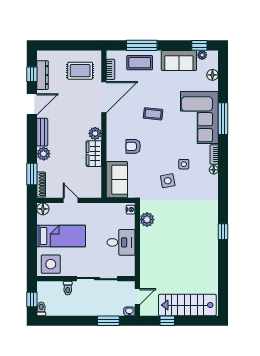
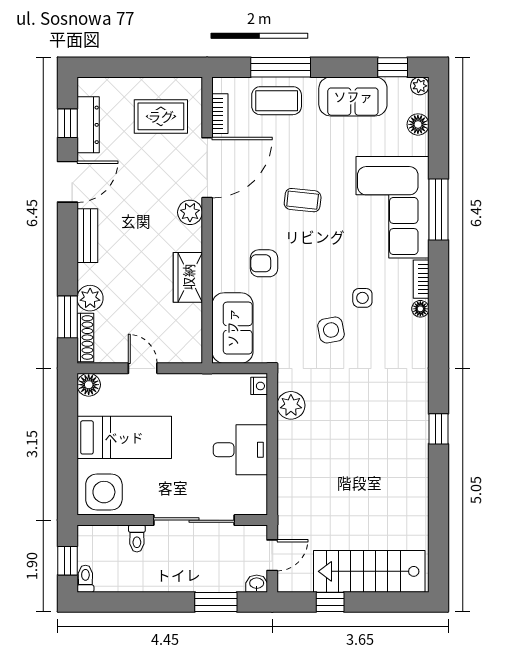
plant: (202, 55) -> (420, 86), moved
plant: (95, 133) -> (190, 212), moved
plant: (44, 154) -> (90, 298), moved

